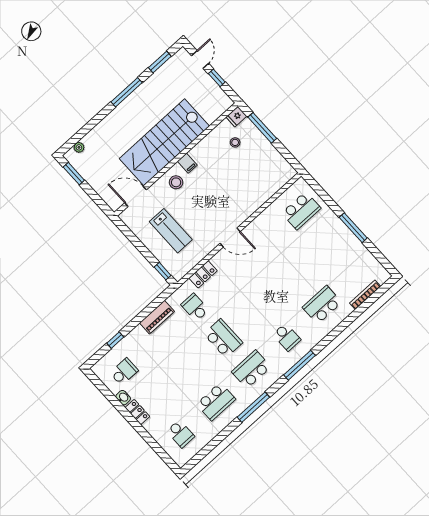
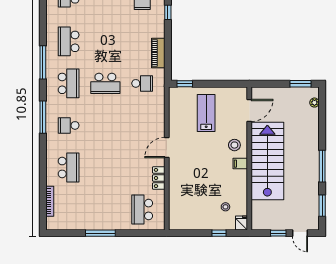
window: (262, 128) -> (219, 233), width x0.46
lab bench: (171, 231) -> (206, 113), turned 90
locker: (203, 274) -> (159, 178), moved

